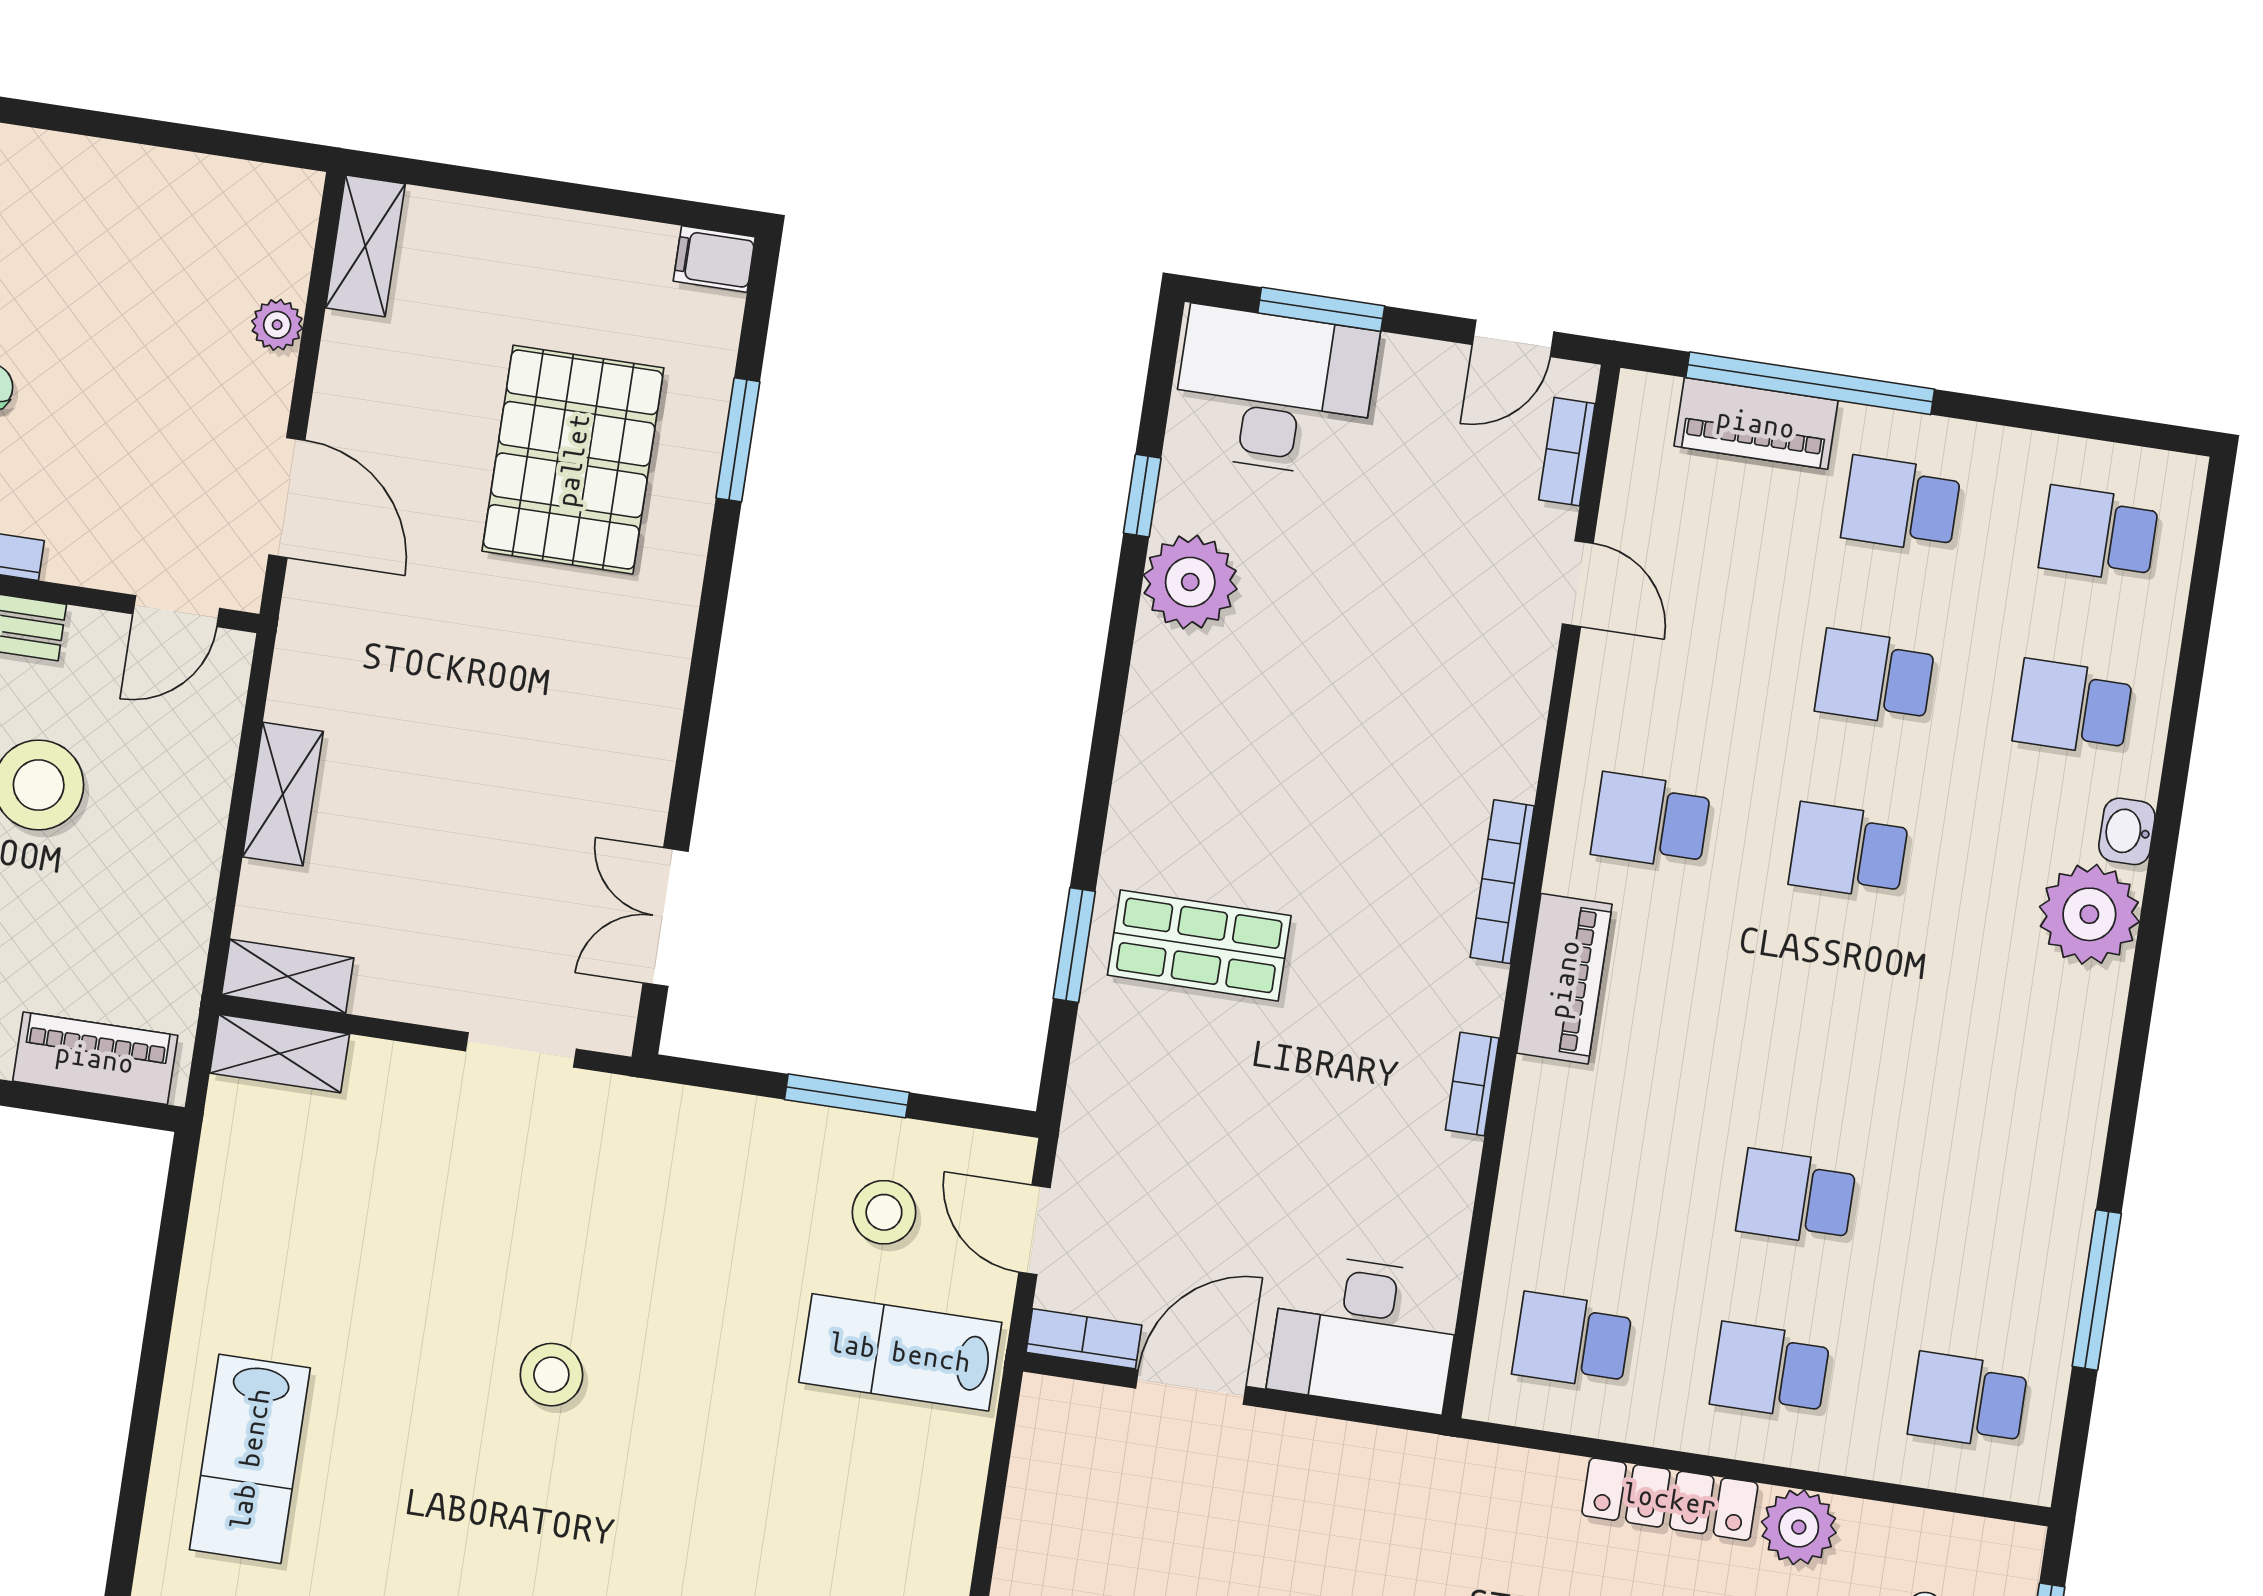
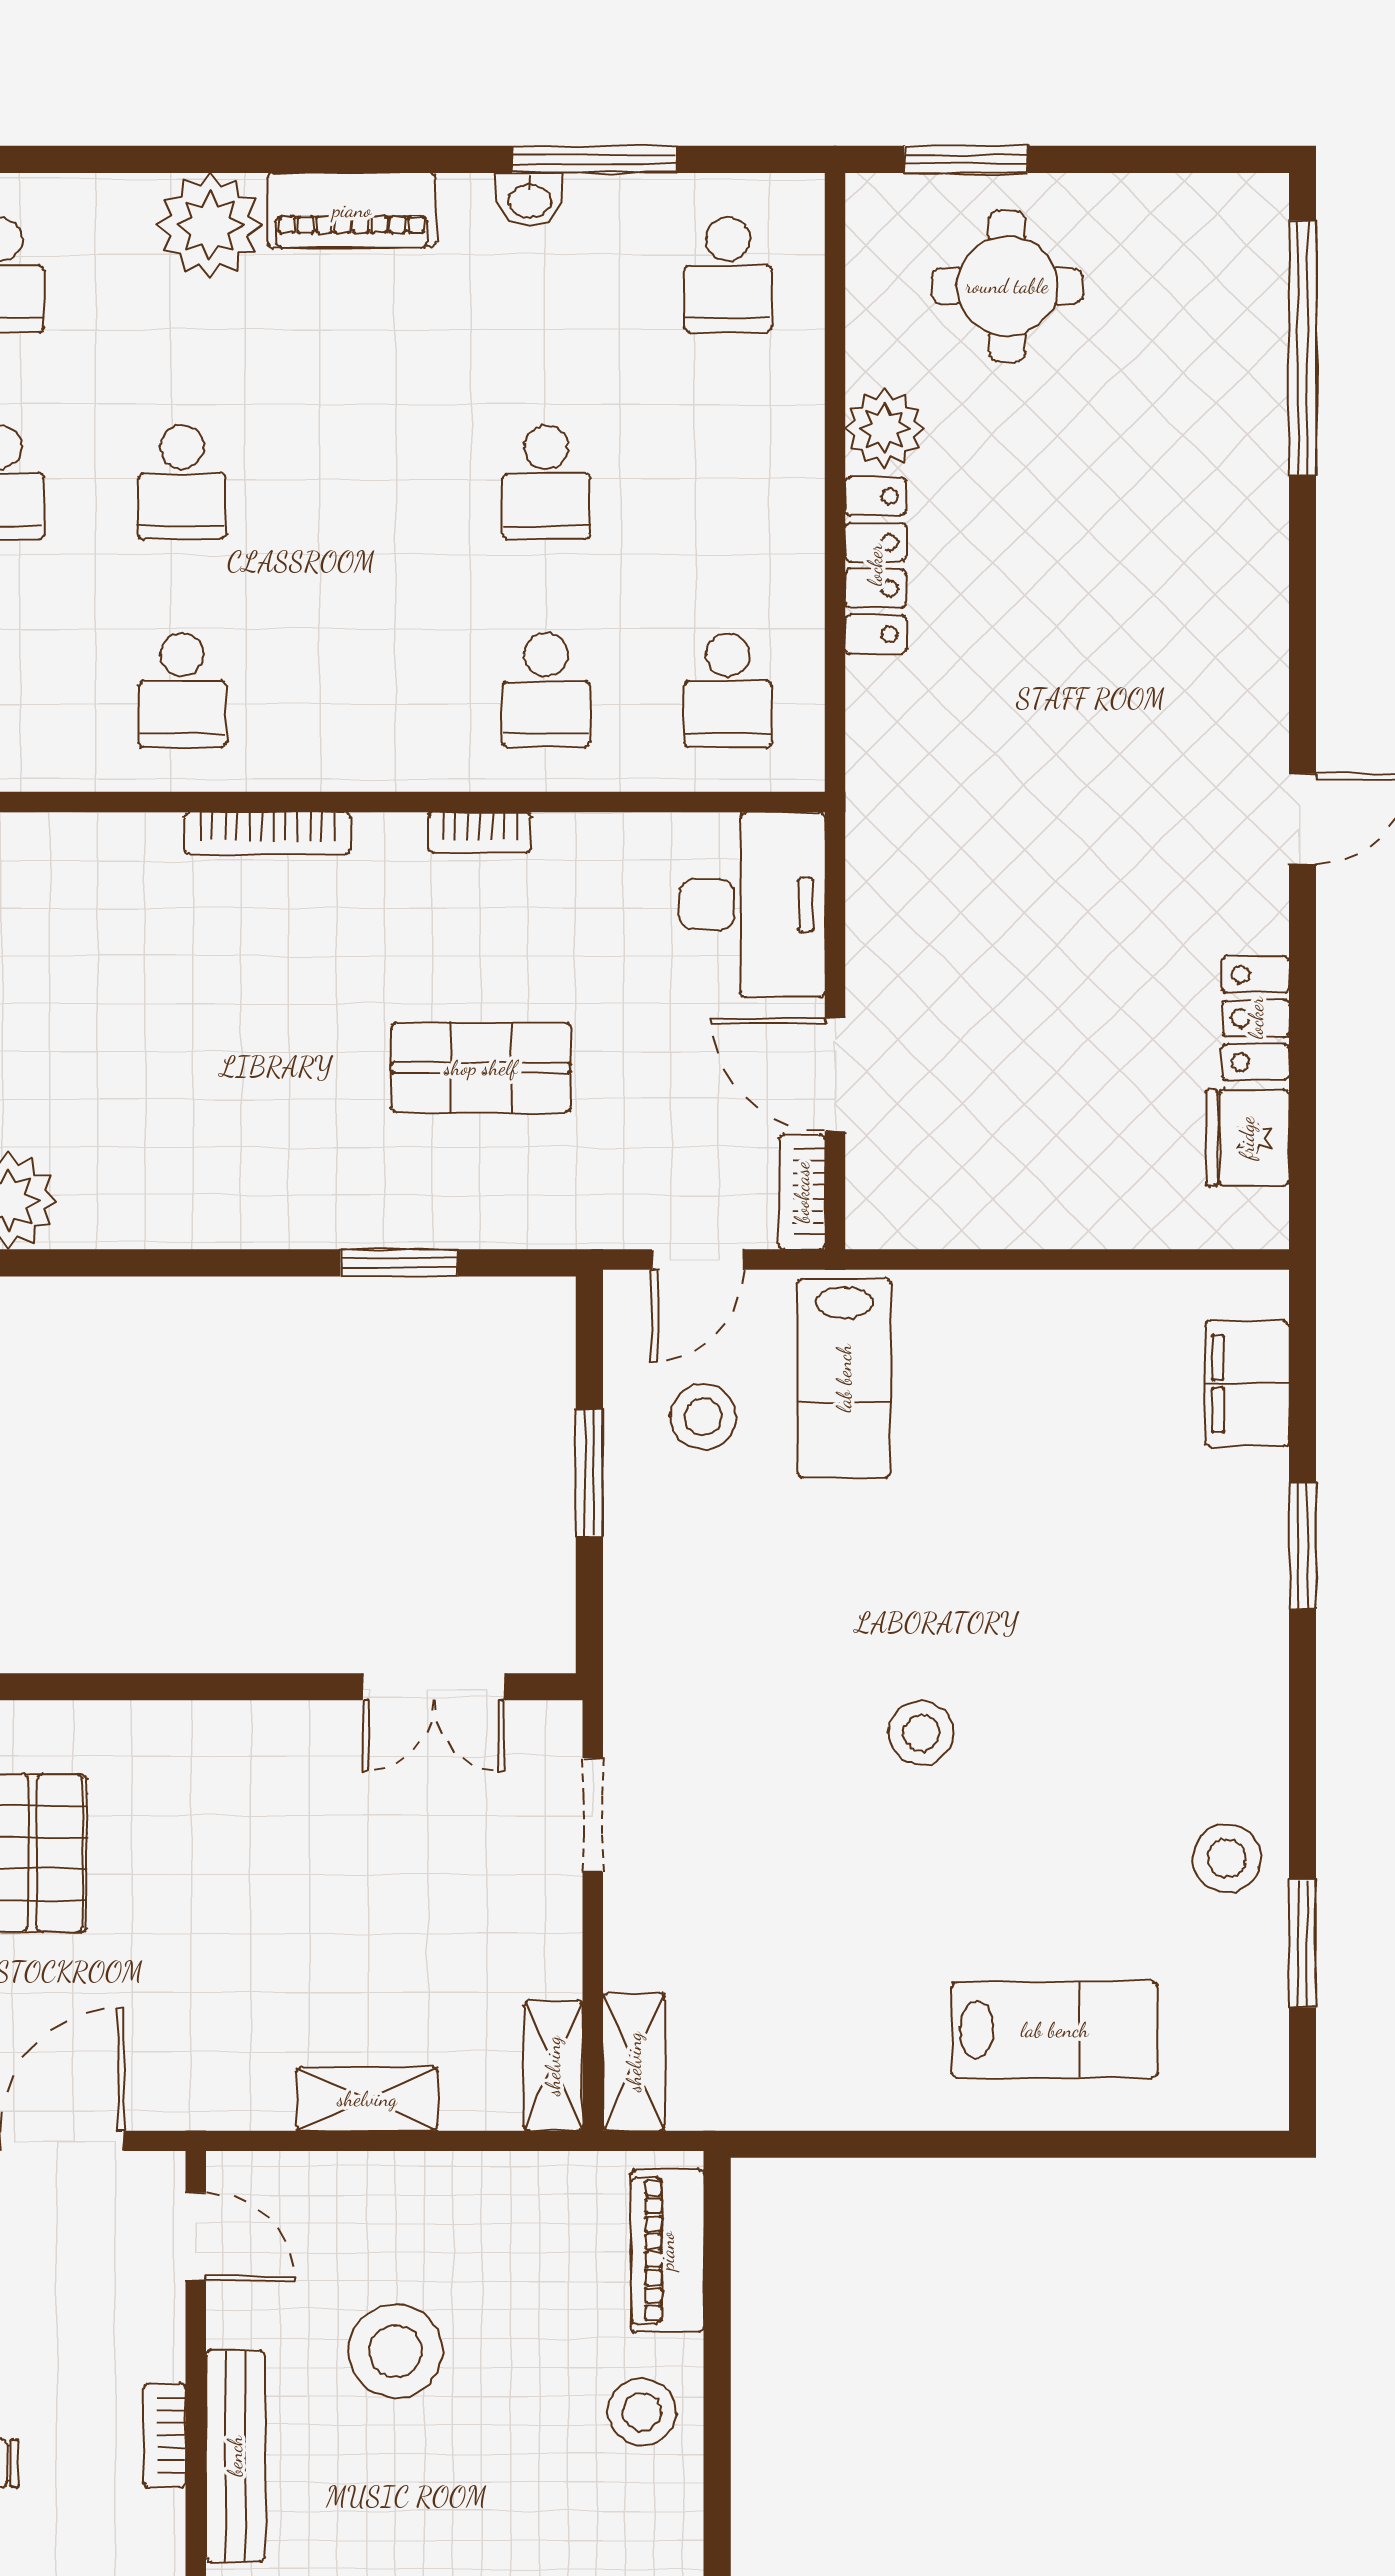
washbasin: (2127, 831) -> (530, 200), moved
shop shelf: (1199, 945) -> (481, 1068), moved, turned 90
piano: (1564, 979) -> (352, 210), moved, turned 180
school desk: (1770, 1371) -> (546, 690), moved

